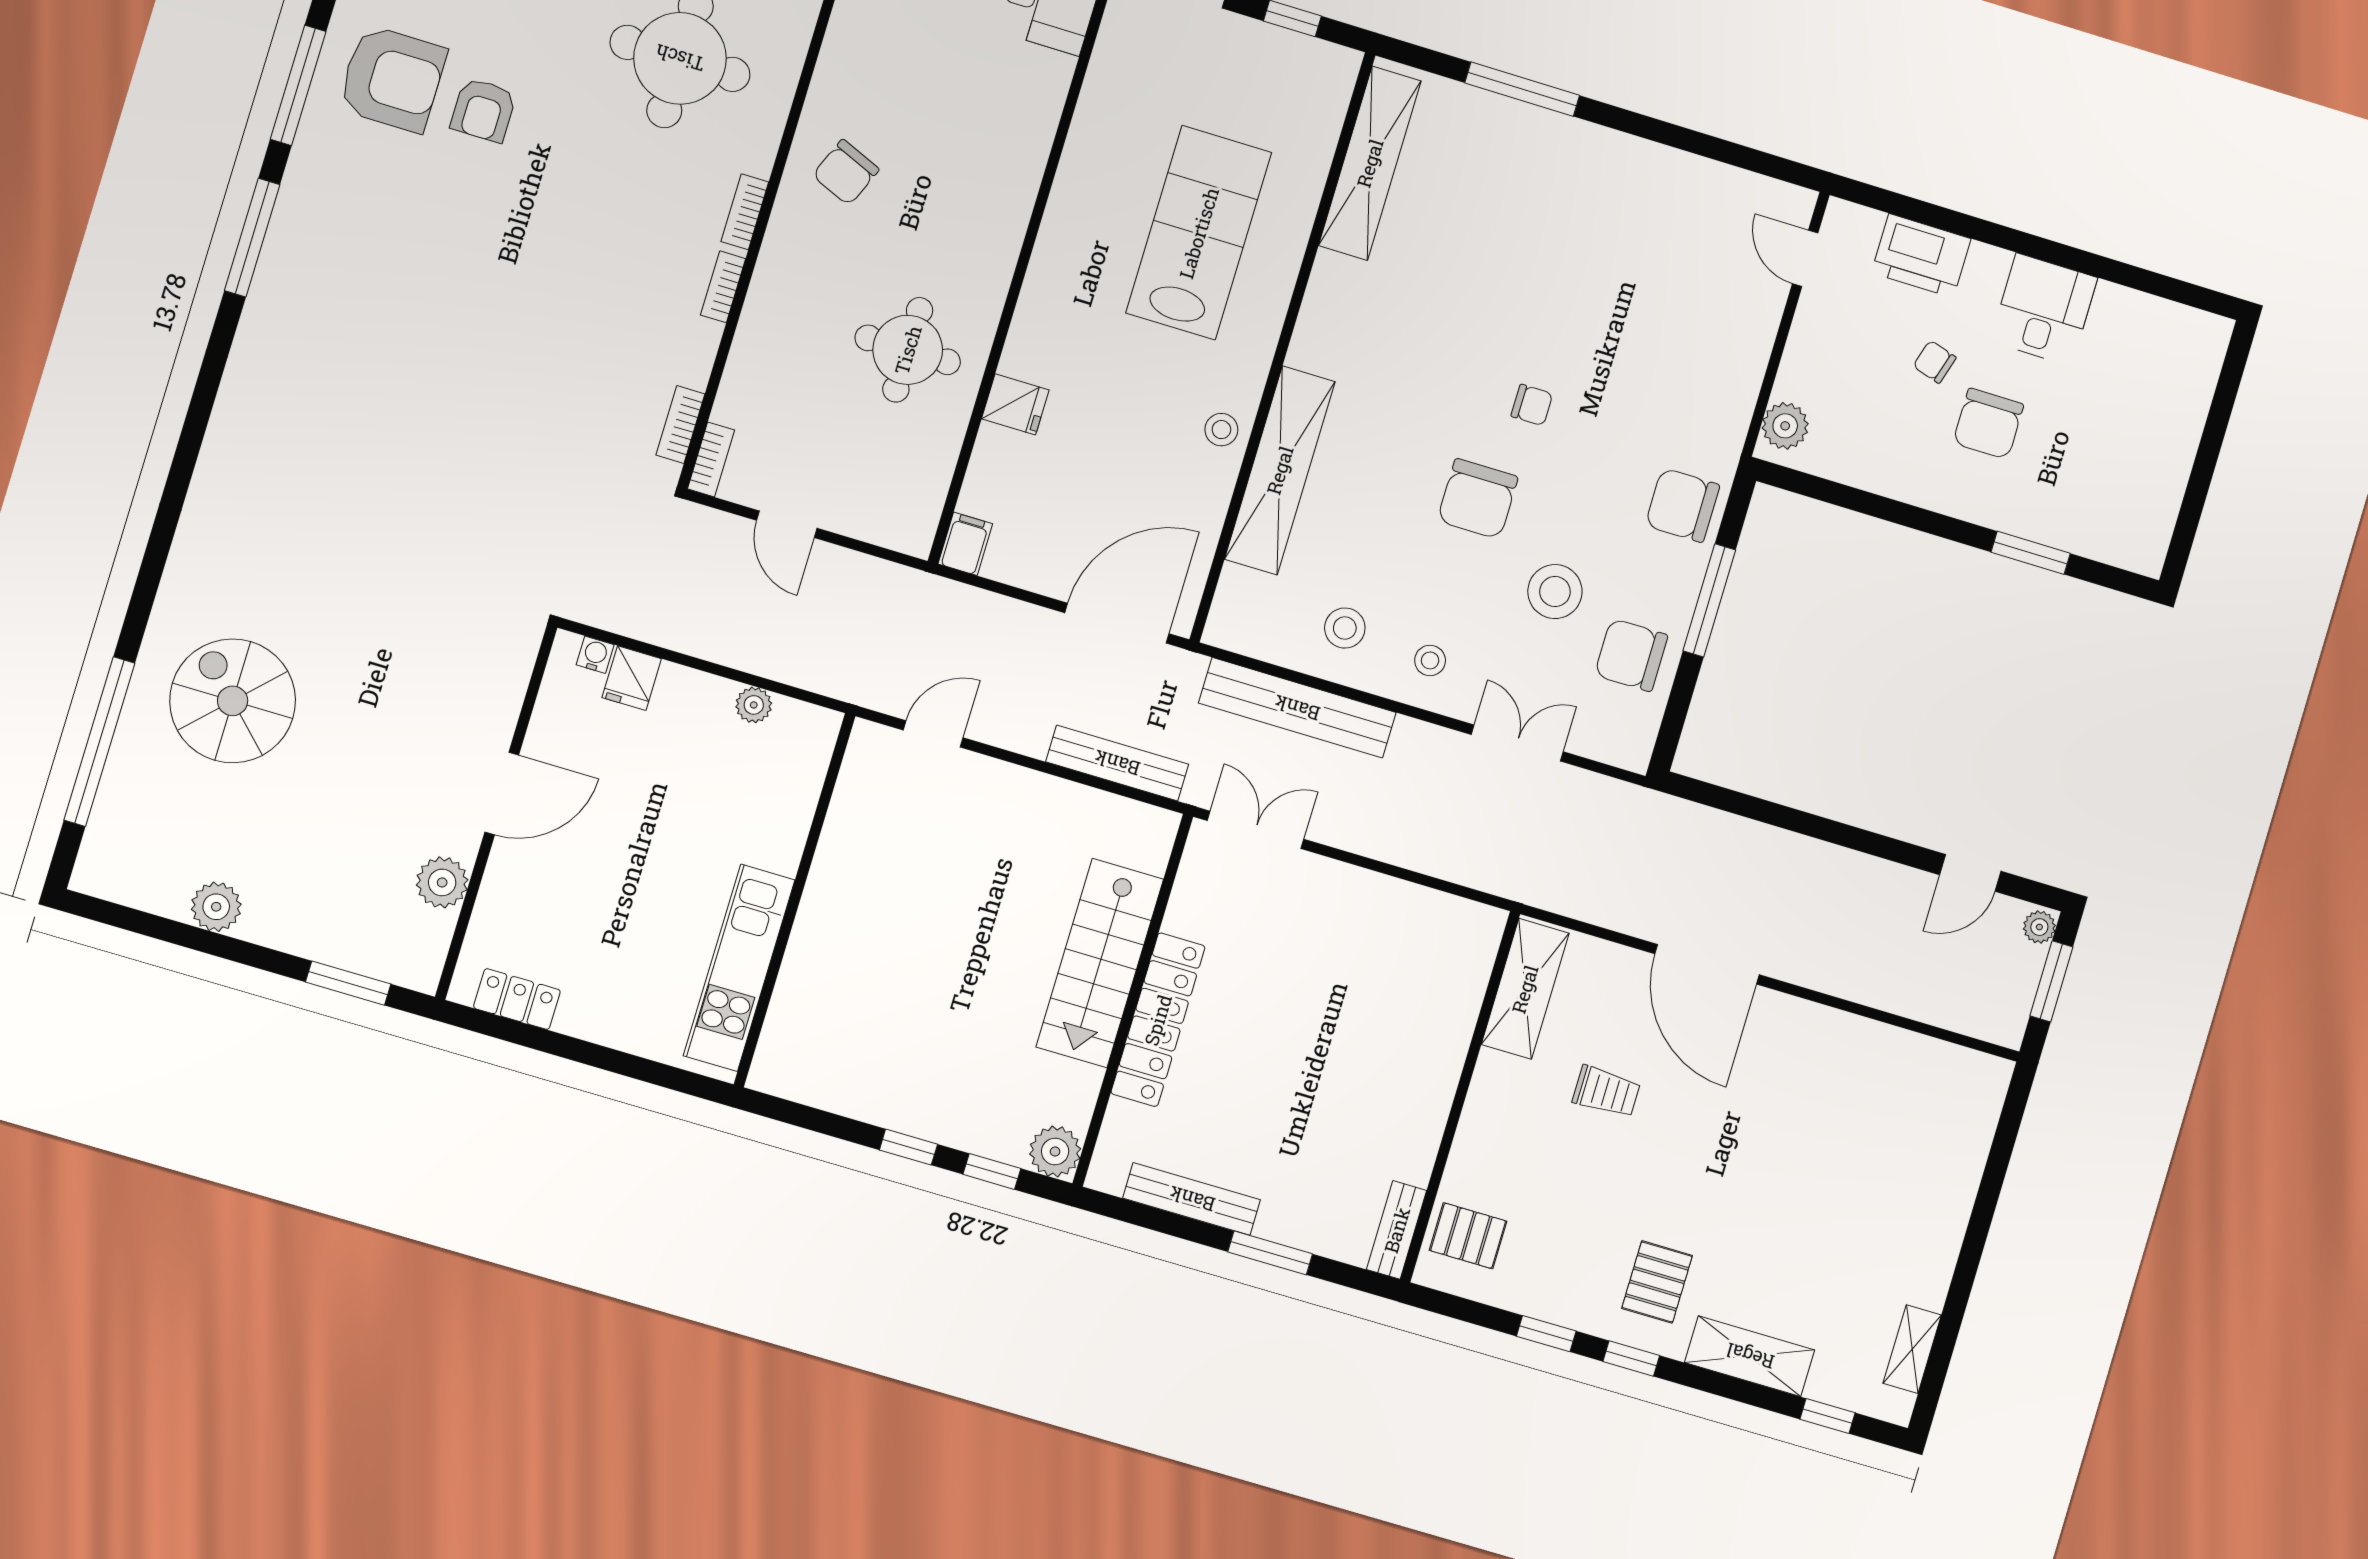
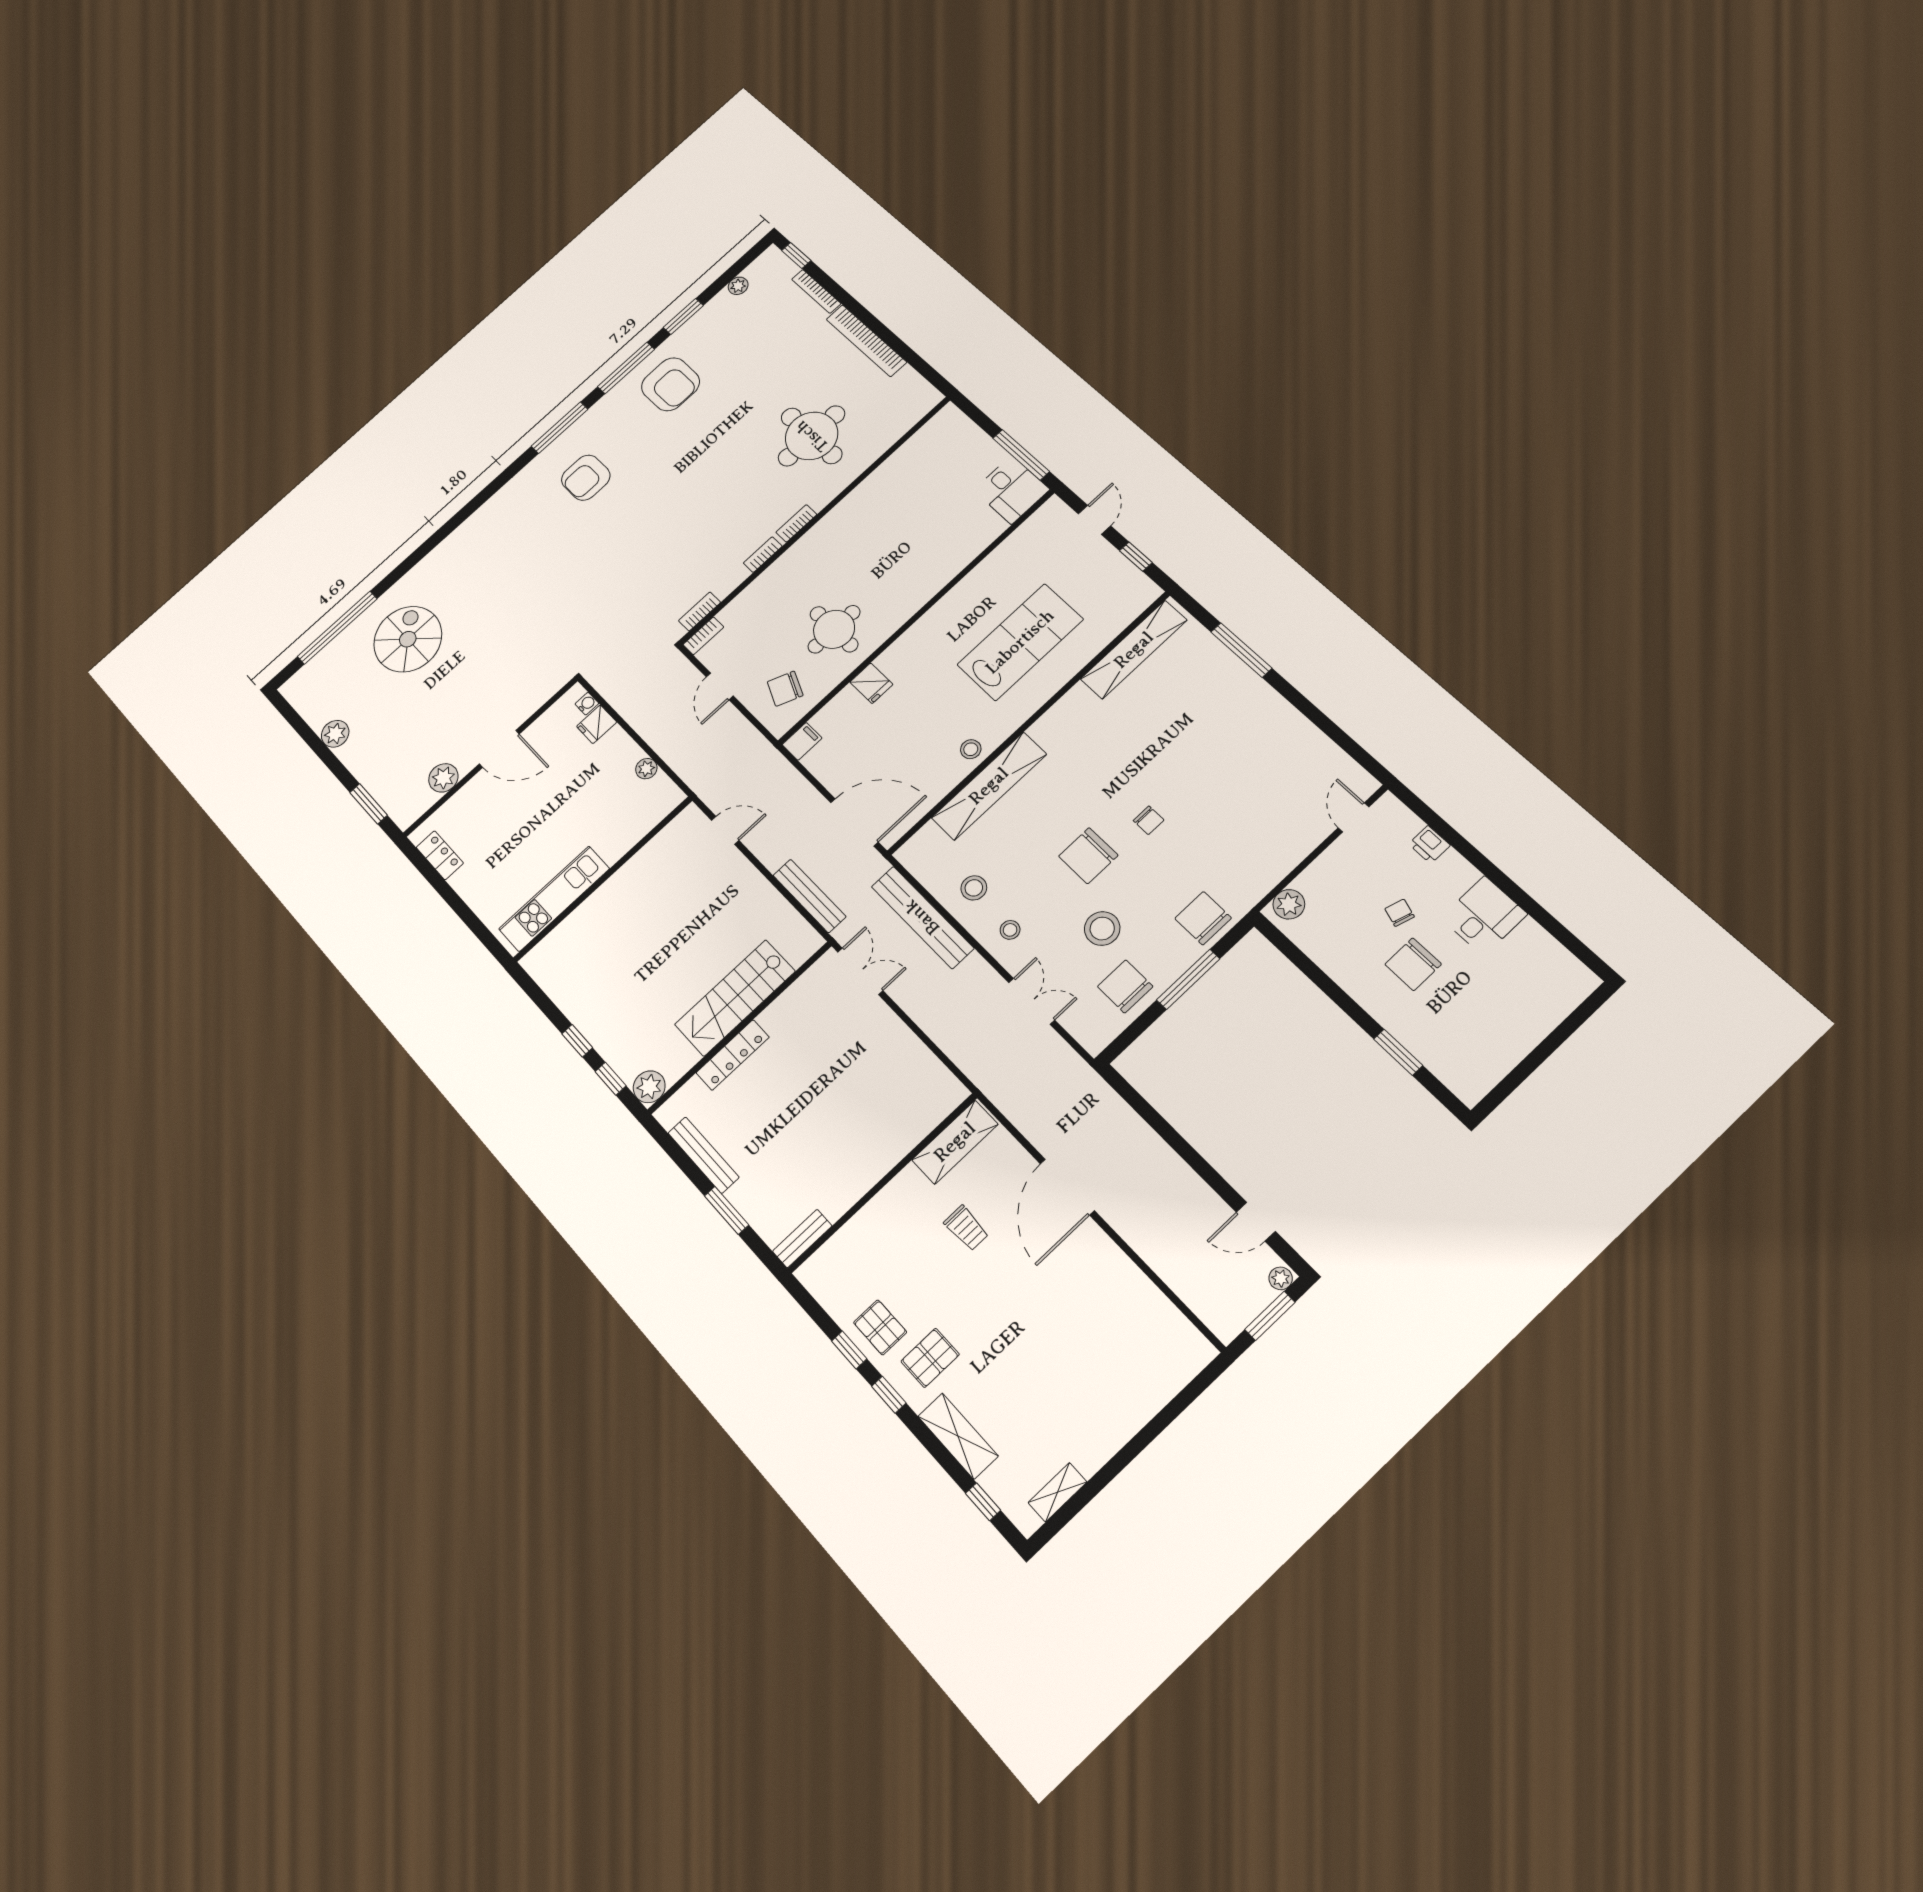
armchair: (483, 110) -> (586, 478), moved, width x1.38, depth x1.38
chair: (846, 172) -> (785, 689), moved
printer: (1921, 256) -> (1429, 845), width x0.53, depth x0.68
locker: (1158, 1020) -> (733, 1055), width x0.71, depth x0.83
pallet: (1468, 1236) -> (880, 1327), moved

